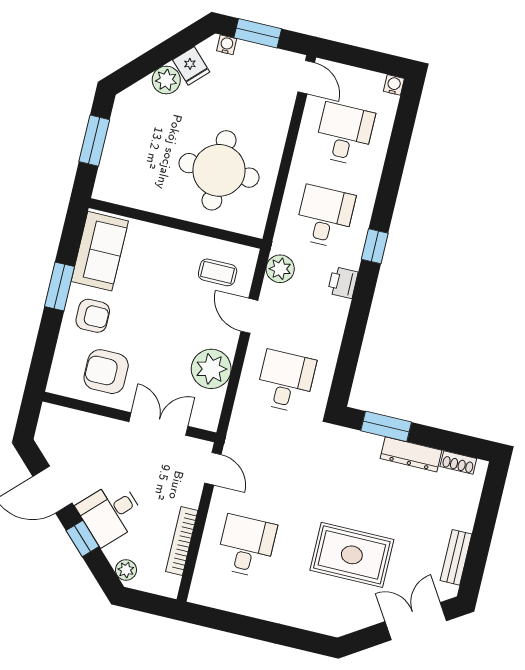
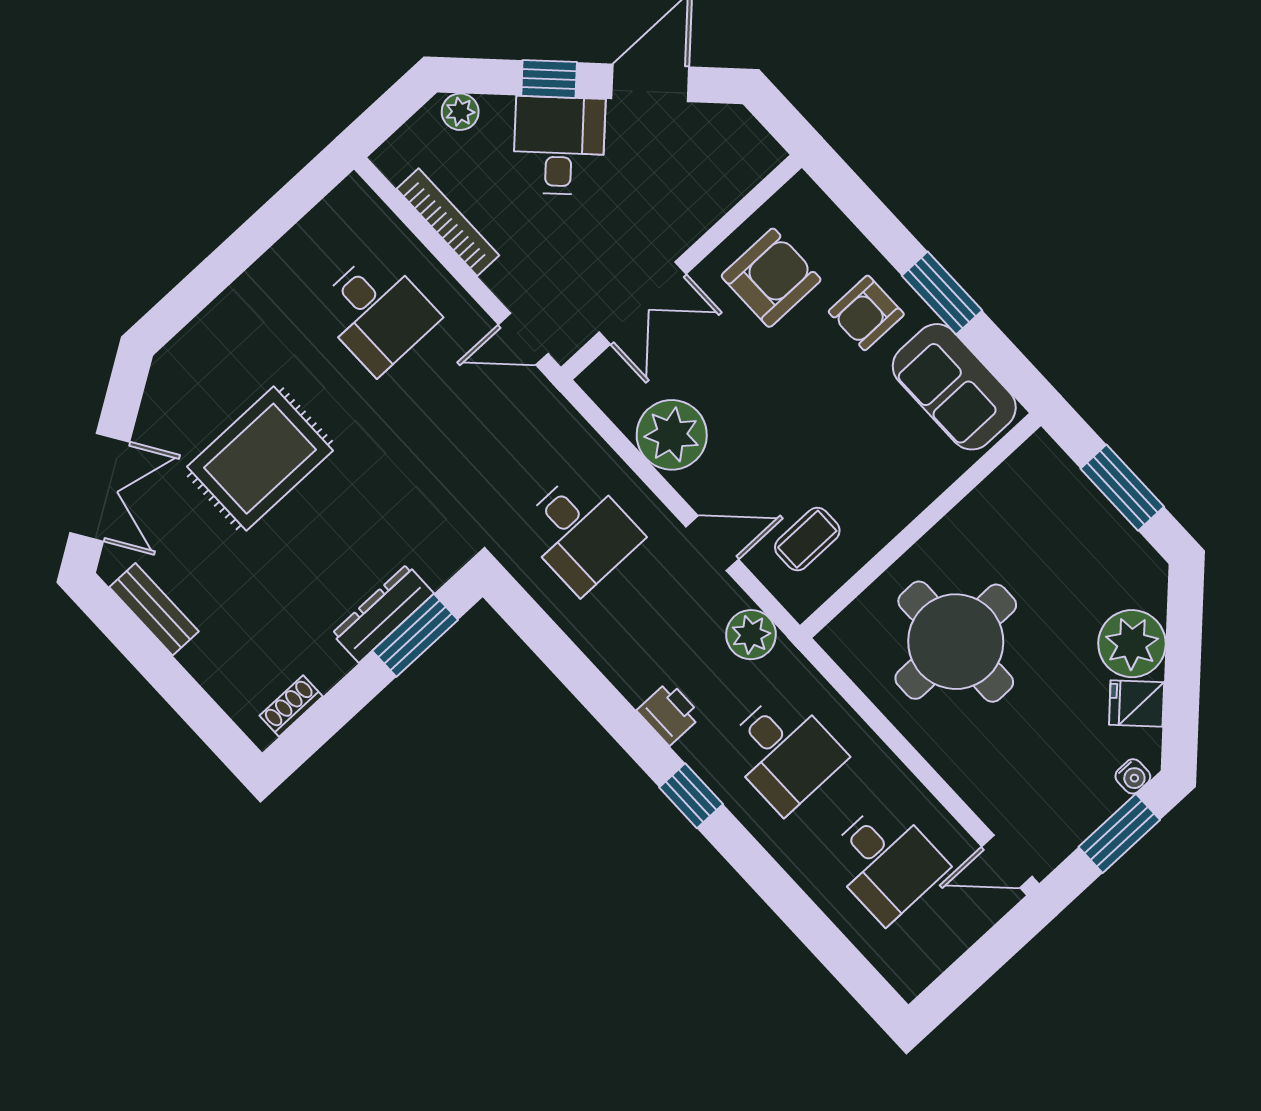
plant: (166, 80) -> (1132, 644), width x1.36, depth x1.36
water cooler: (394, 85) -> (909, 982), removed
dresser: (411, 454) -> (383, 613), moved

